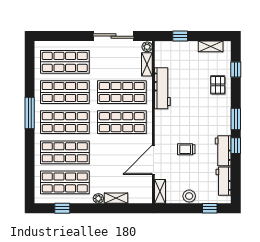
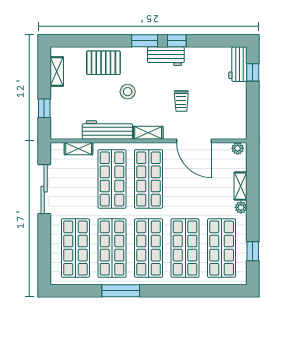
plant: (147, 47) -> (238, 148), moved
window: (236, 69) -> (85, 41), removed
pallet: (218, 85) -> (103, 63), width x1.50, depth x1.42
window: (30, 113) -> (121, 291), moved
workbench: (223, 151) -> (166, 56), moved
workbench: (224, 181) -> (238, 64), moved, turned 90
shelving: (160, 191) -> (148, 133), moved
stool: (189, 196) -> (128, 92), moved

